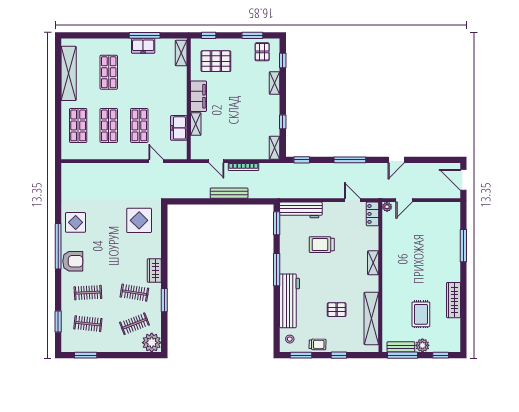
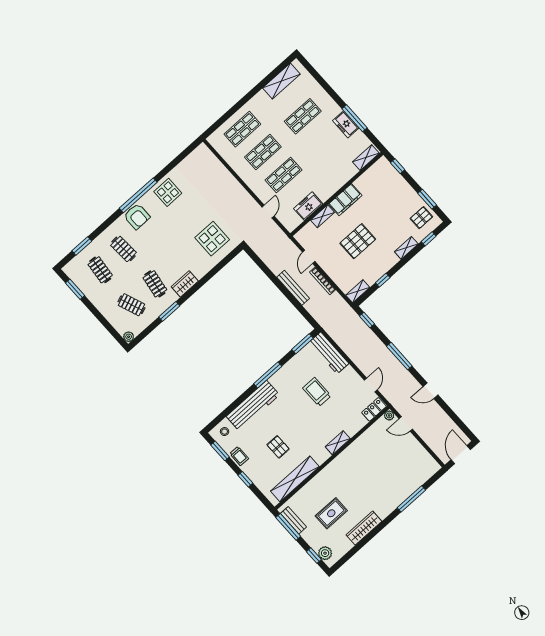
pallet: (216, 61) -> (358, 241), moved, turned 90
shelving: (69, 73) -> (281, 81), width x0.68
plant: (152, 343) -> (129, 337), width x0.53, depth x0.53
plant: (422, 345) -> (325, 553), moved

